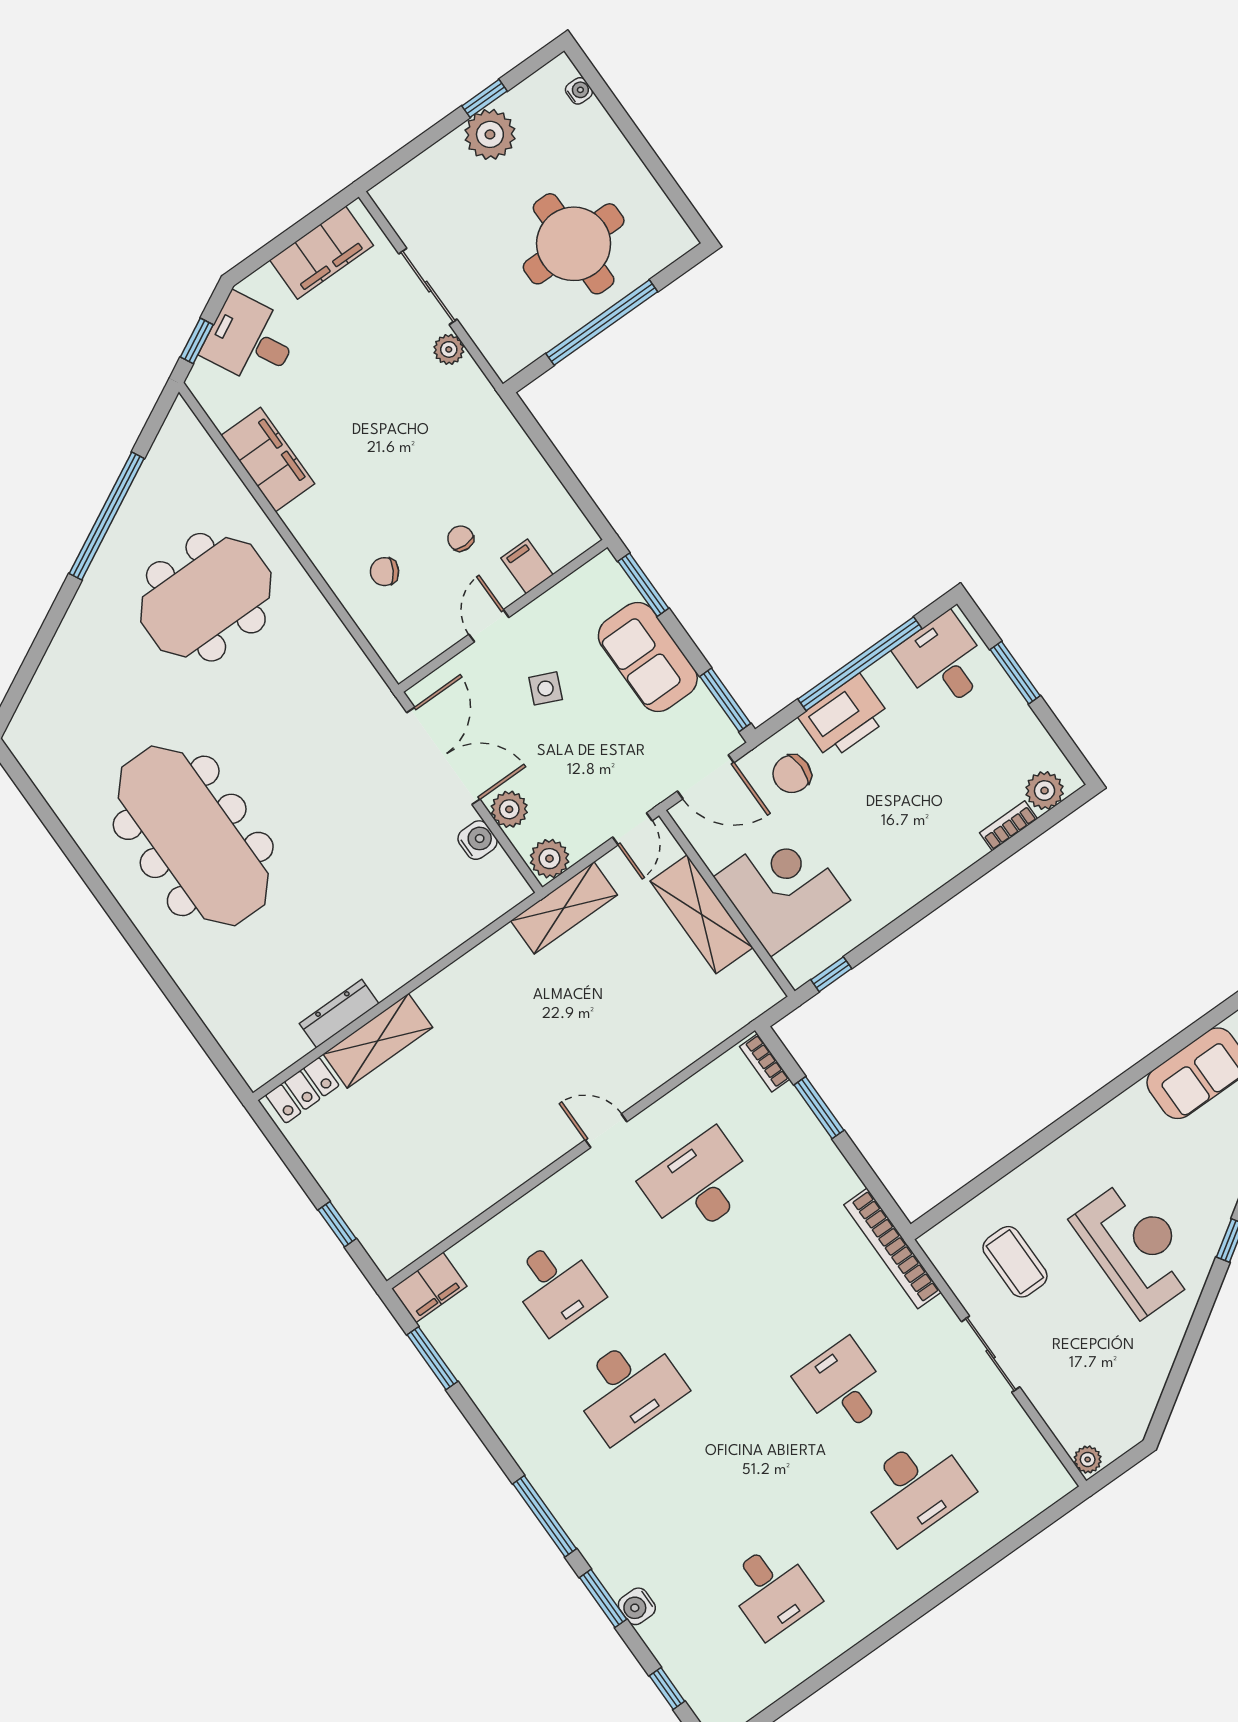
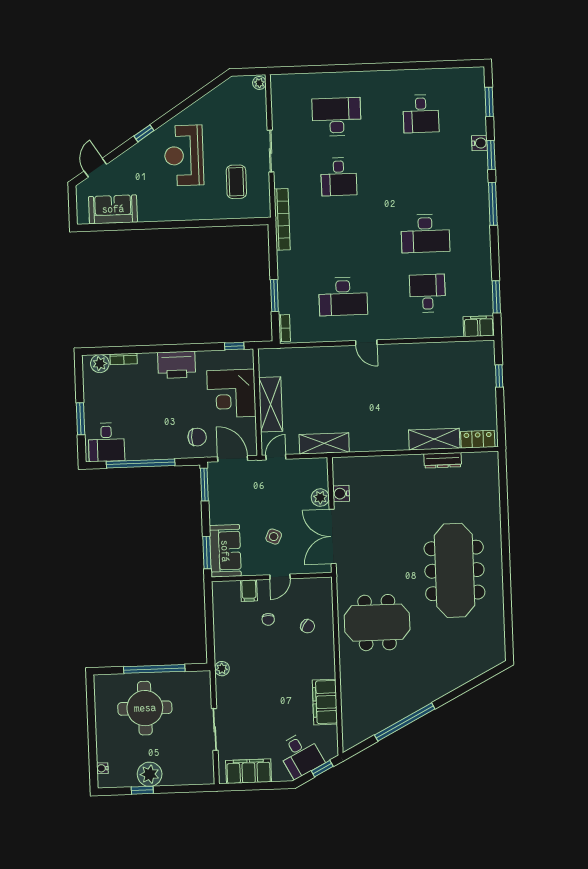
plant: (449, 349) -> (222, 669), moved
meeting table: (206, 597) -> (377, 623), moved
sofa: (648, 657) -> (225, 551), moved
printer: (844, 717) -> (177, 365), moved, turned 180
plant: (550, 859) -> (317, 467), removed
desk: (628, 1387) -> (425, 233), turned 180
desk: (772, 1590) -> (421, 114), turned 180
window: (667, 1689) -> (489, 102), width x1.50

